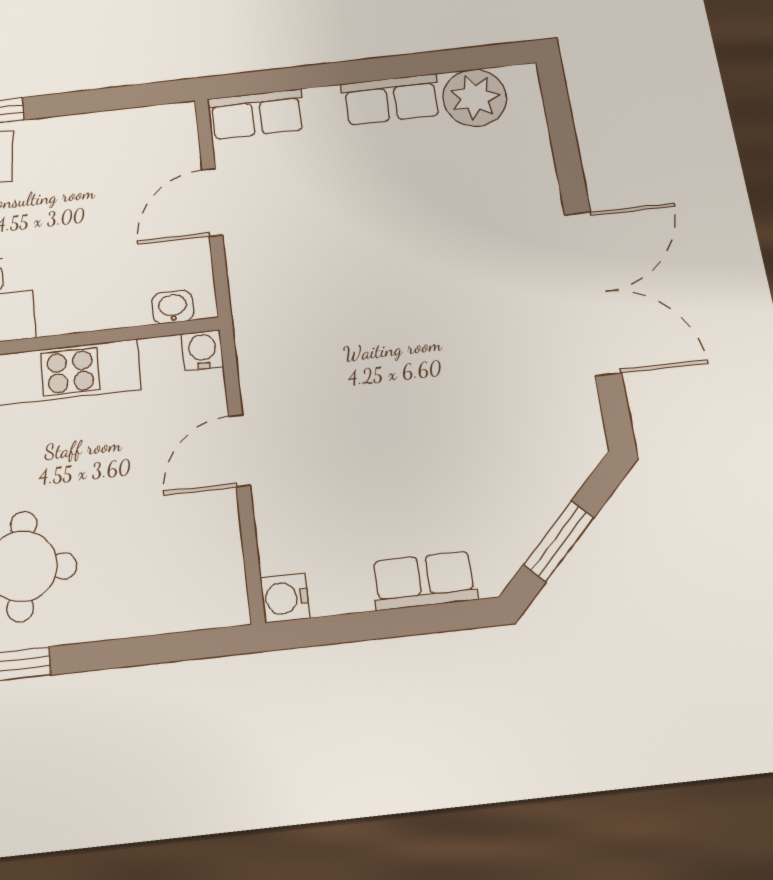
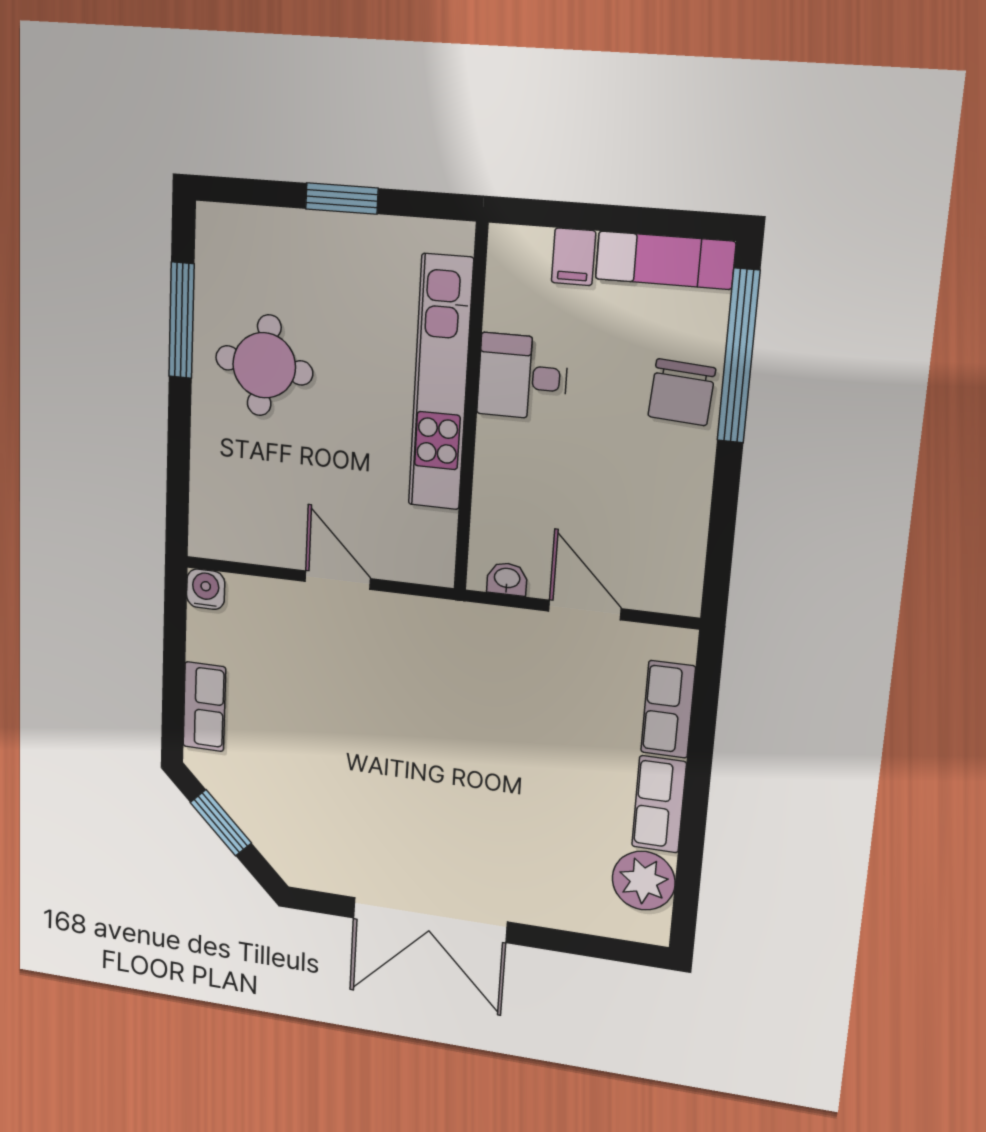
row of seats: (257, 114) -> (668, 709), moved
washbasin: (173, 307) -> (507, 579), moved, turned -90
water cooler: (202, 350) -> (437, 568), removed

